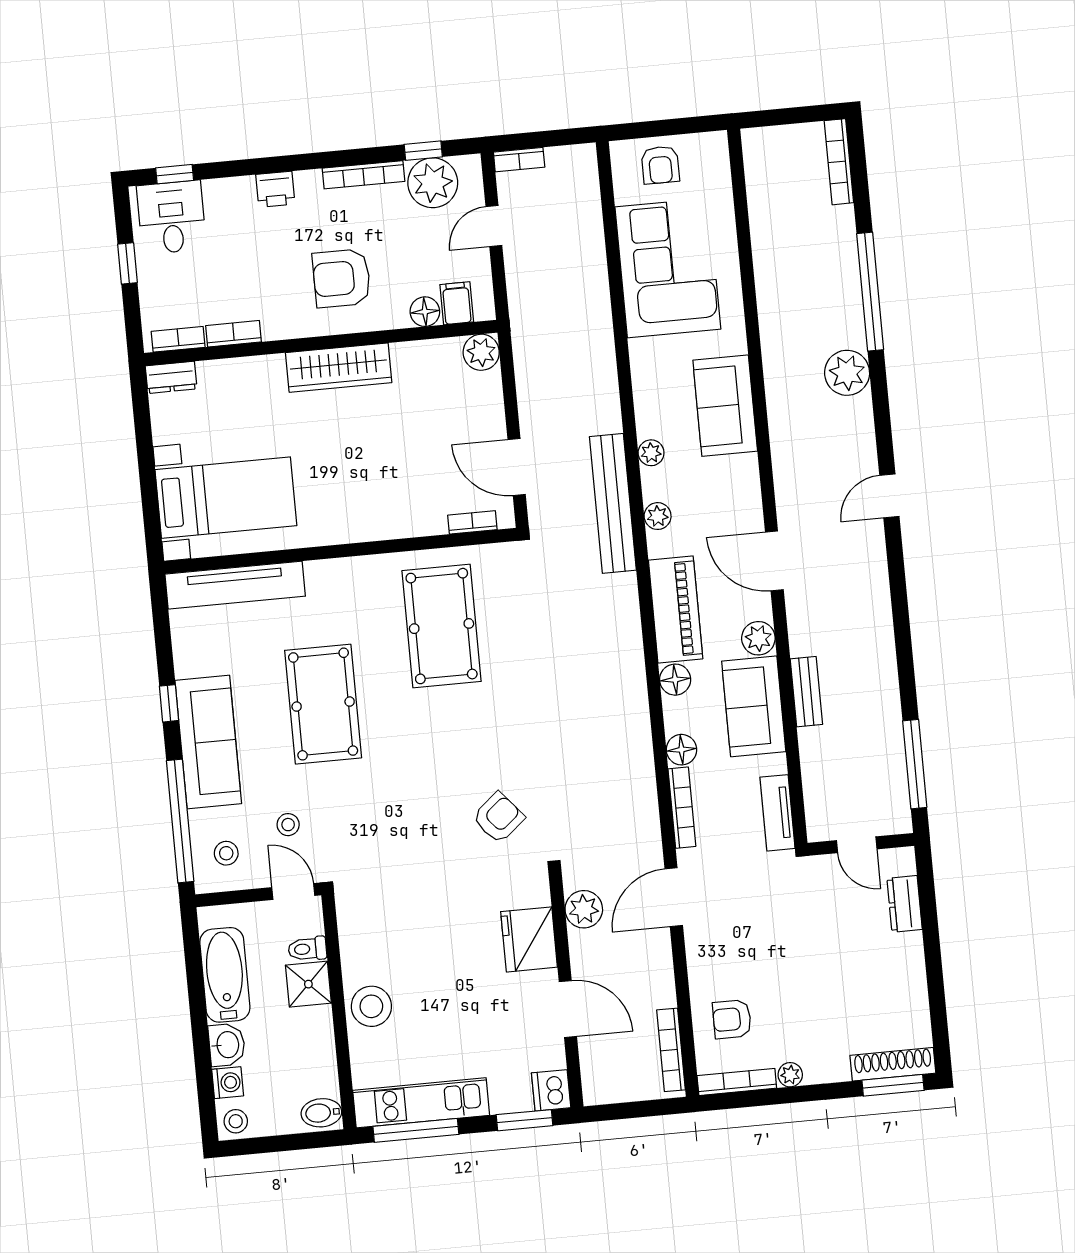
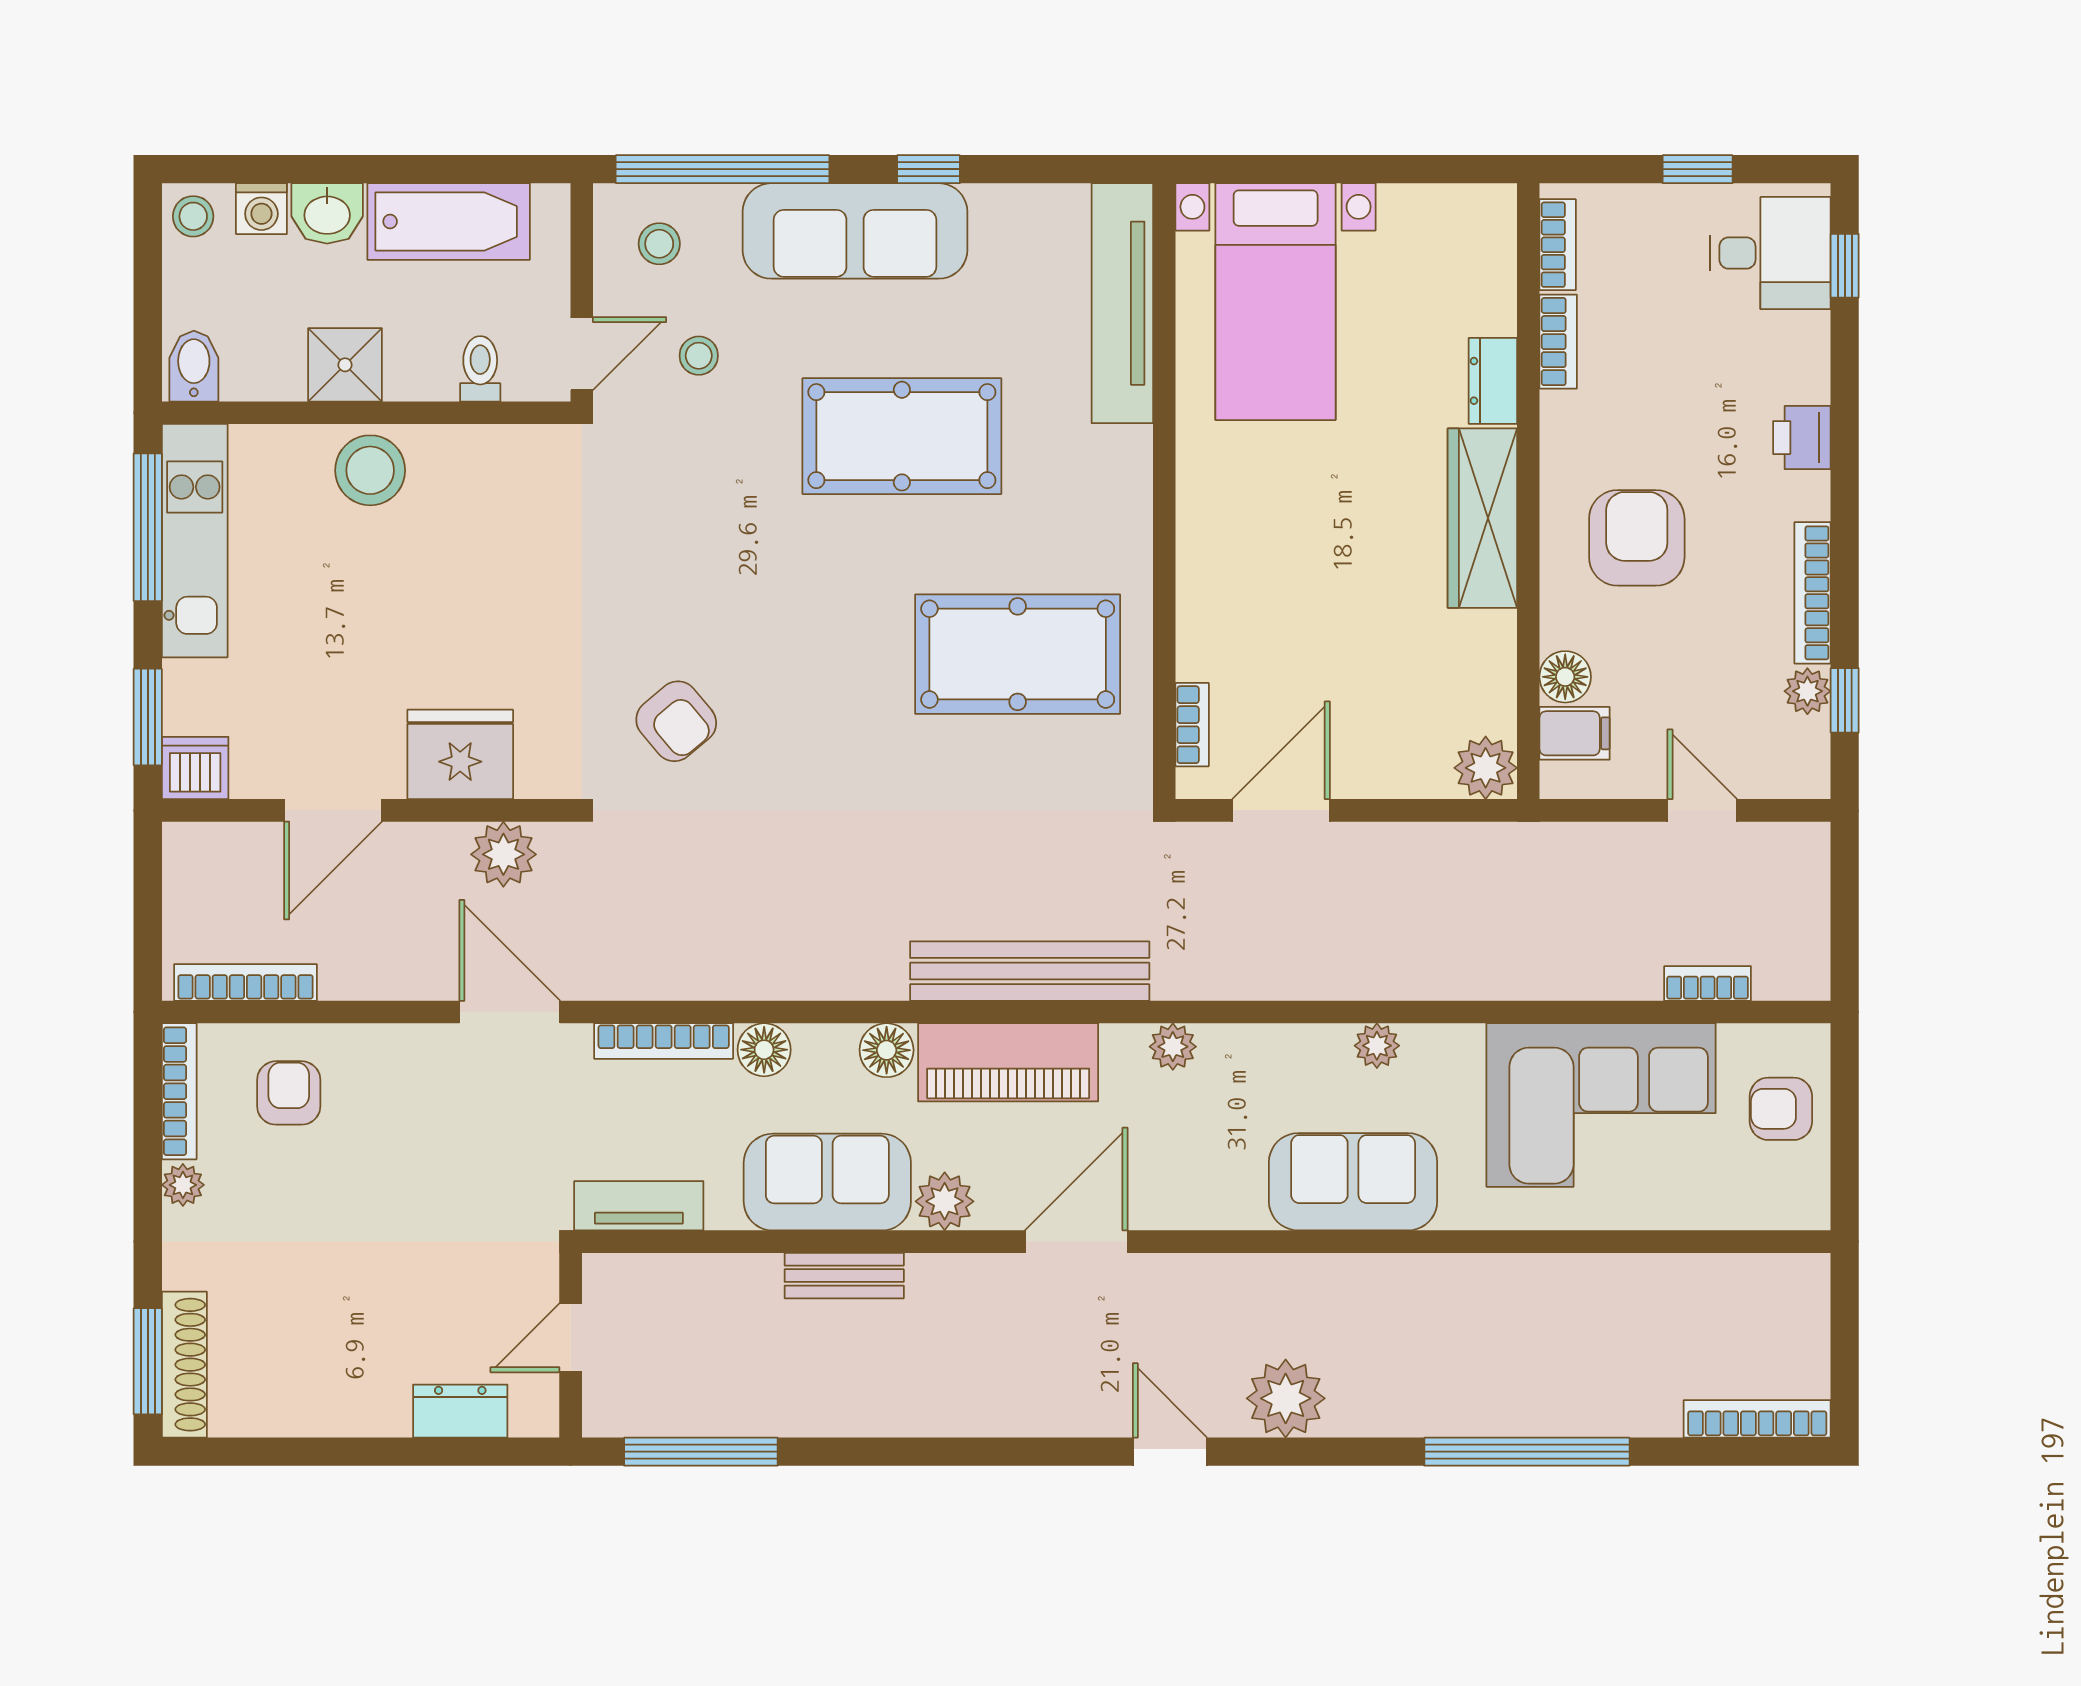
bookcase: (519, 160) -> (1708, 983), moved, turned 90
plant: (433, 183) -> (1807, 691), width x0.53, depth x0.53
plant: (847, 373) -> (1286, 1398), moved
dresser: (171, 377) -> (1493, 381), moved
plant: (651, 453) -> (1377, 1046), moved
bench: (613, 503) -> (1030, 971), moved
shower: (308, 984) -> (345, 365), moved

